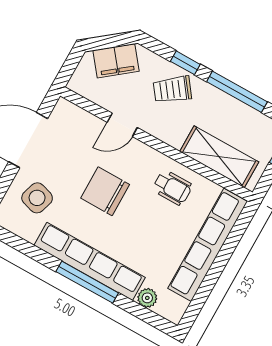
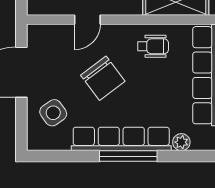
chair: (105, 191) -> (103, 78), turned -127
side table: (37, 198) -> (53, 113), turned 38

